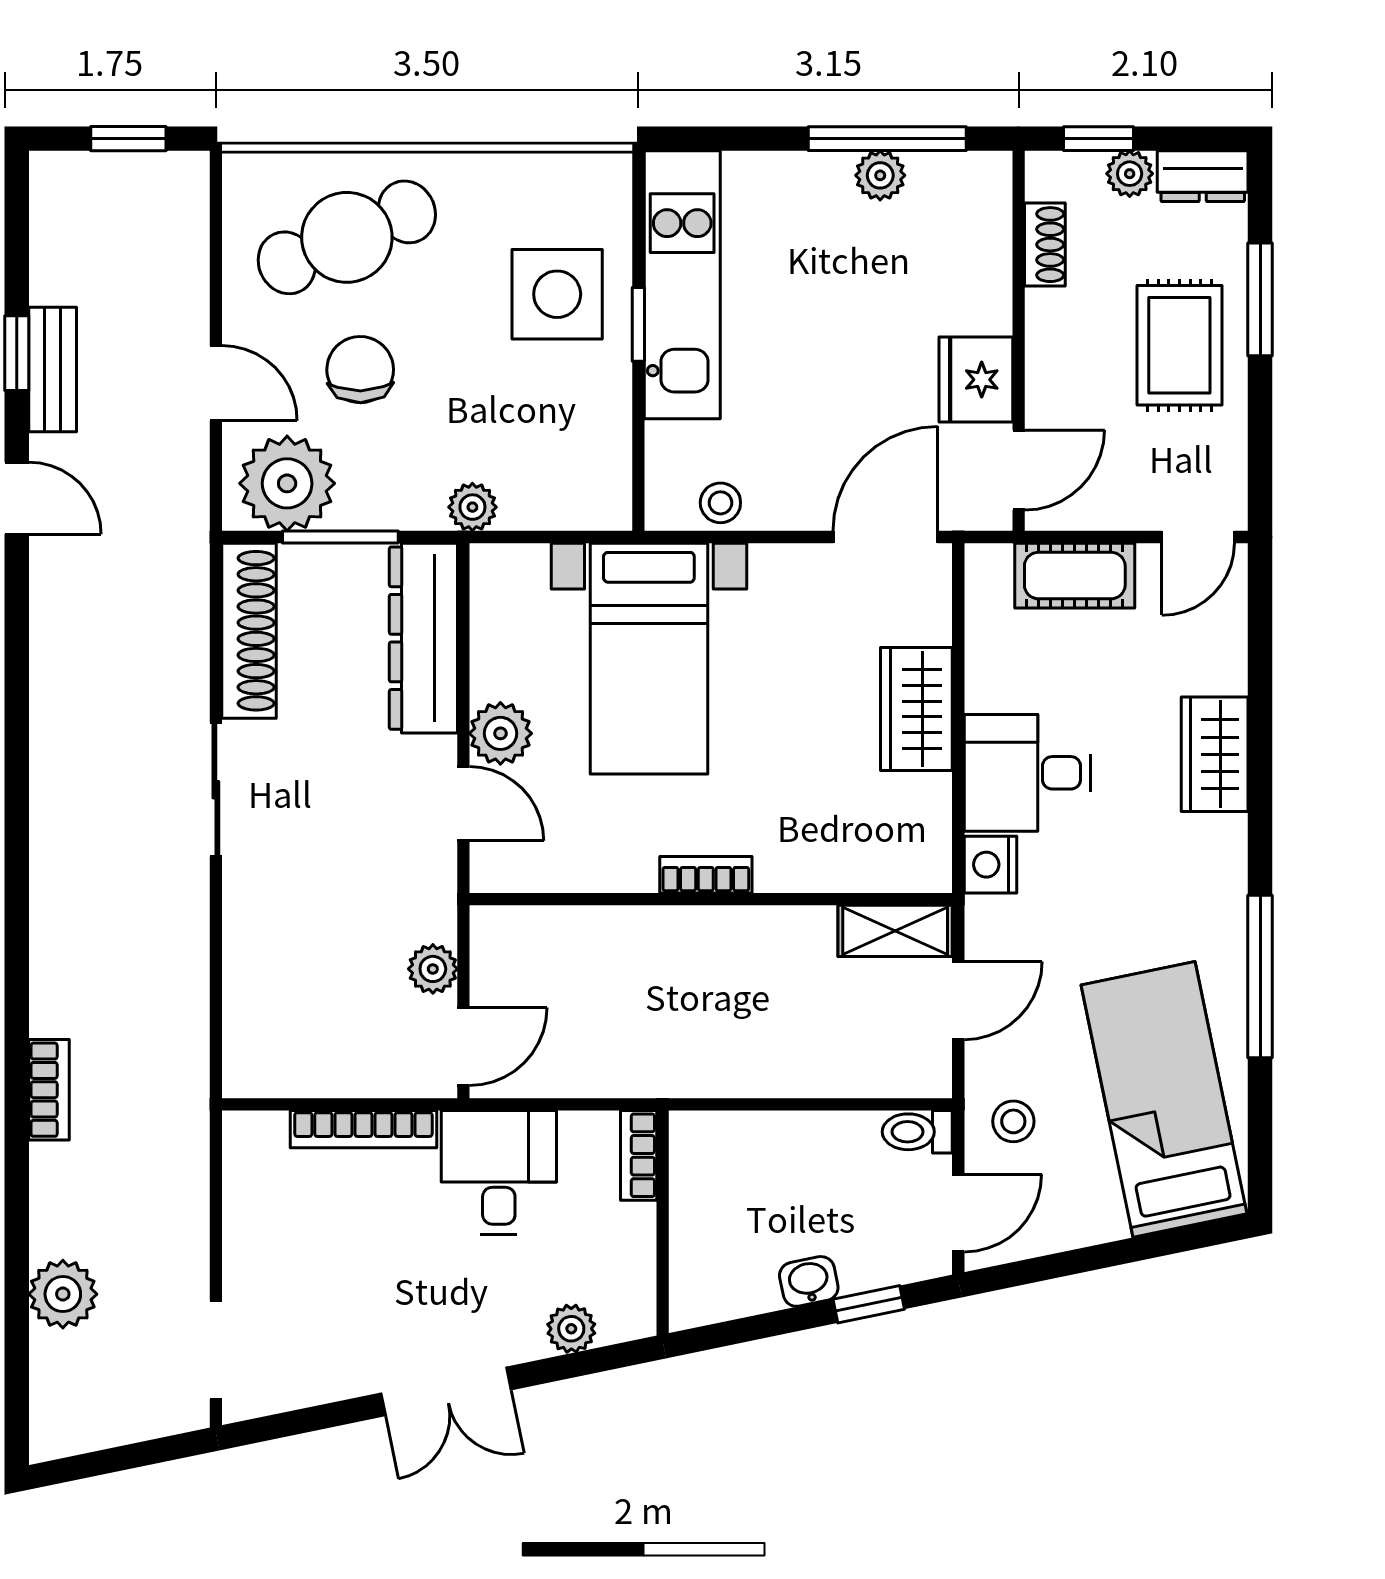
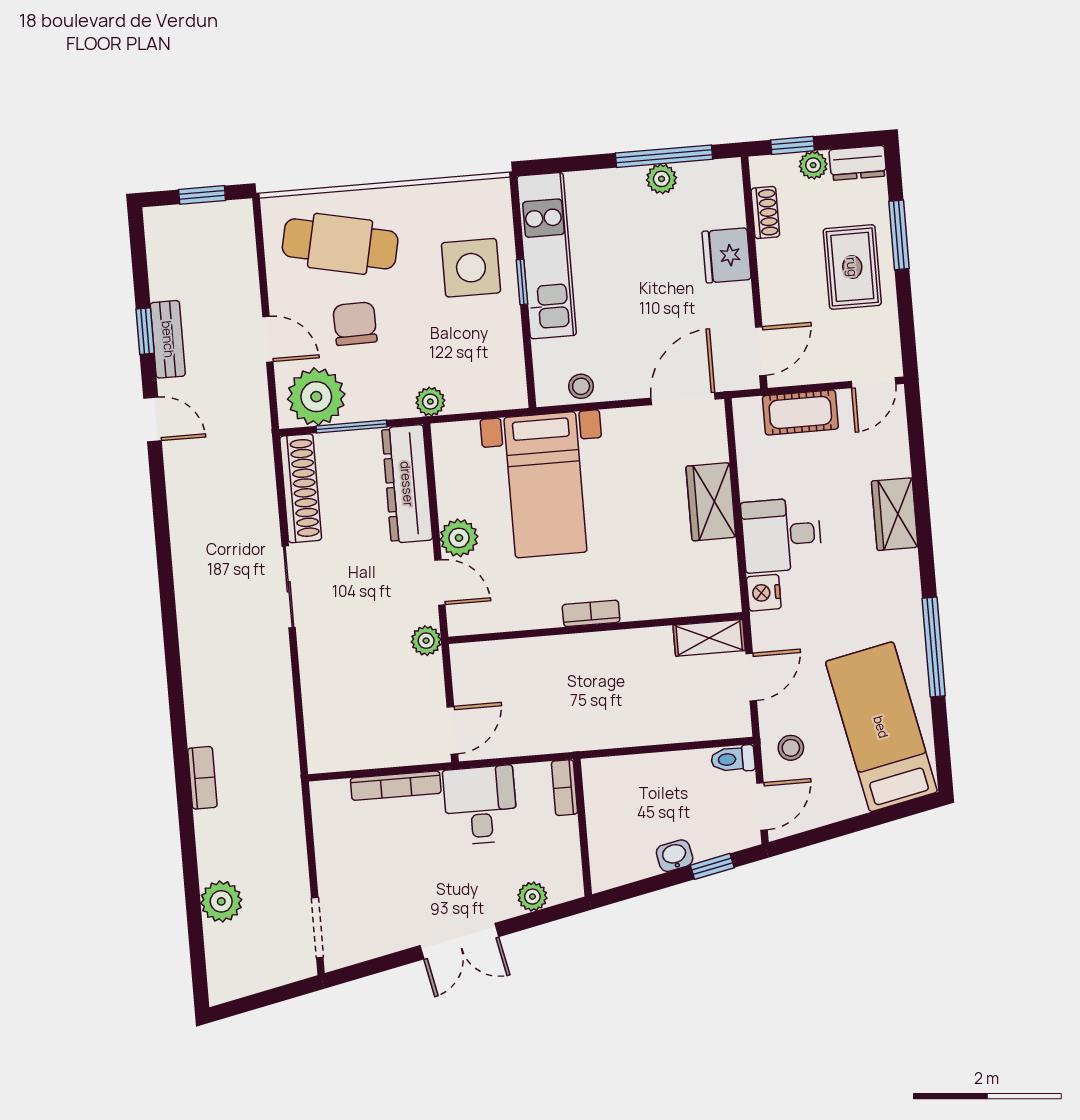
cafe table: (347, 237) -> (340, 244), turned 35
fridge: (976, 380) -> (727, 255), moved
plant: (433, 969) -> (426, 641), moved

